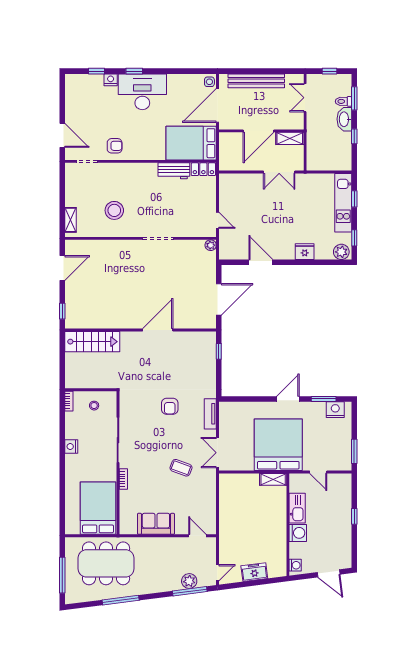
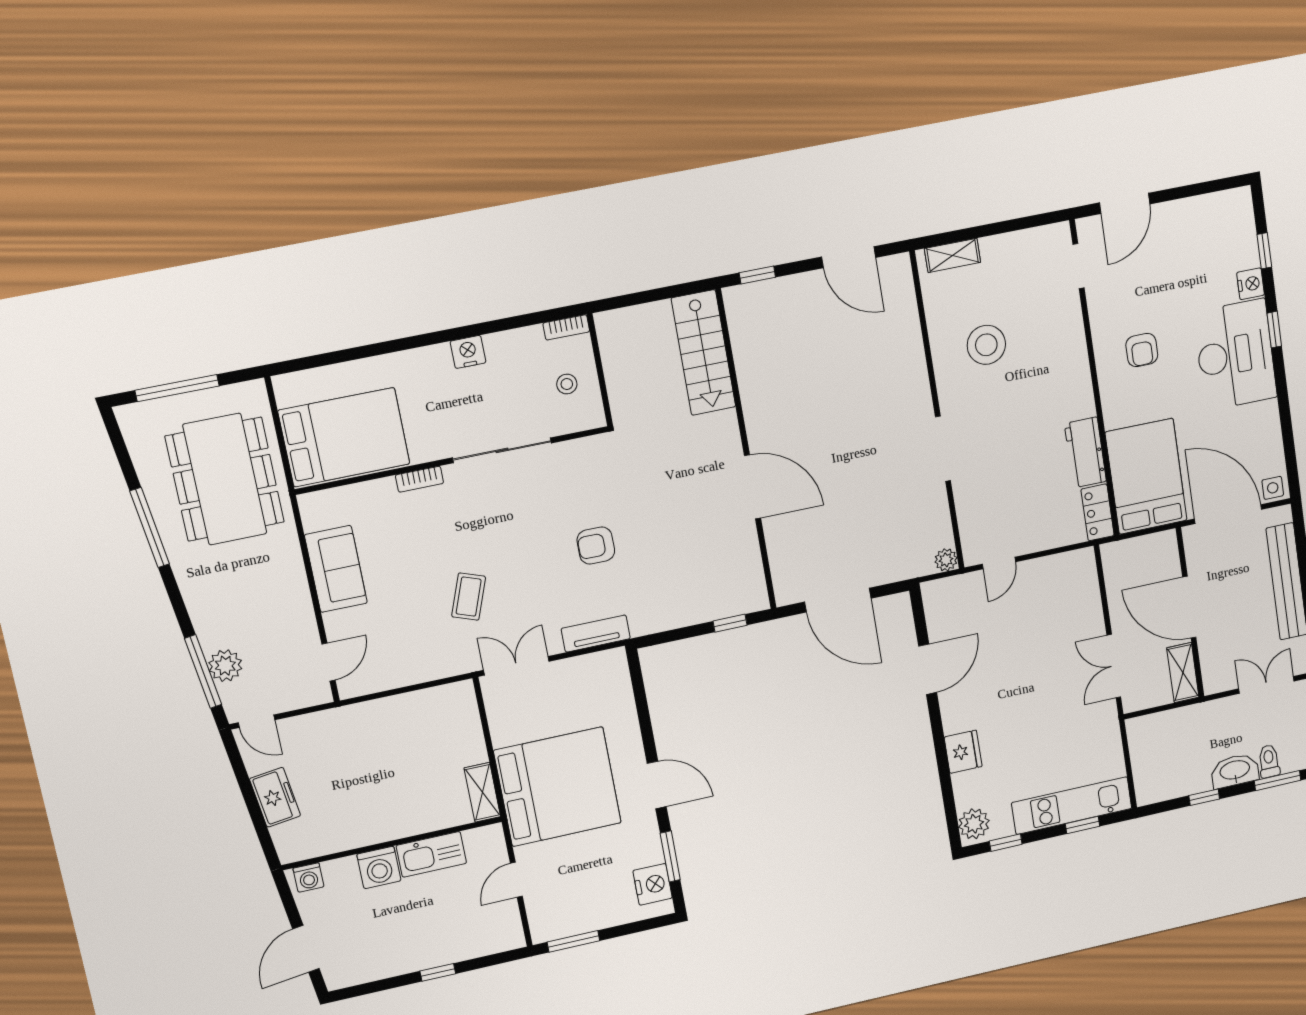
armchair: (115, 146) -> (1142, 350), moved

